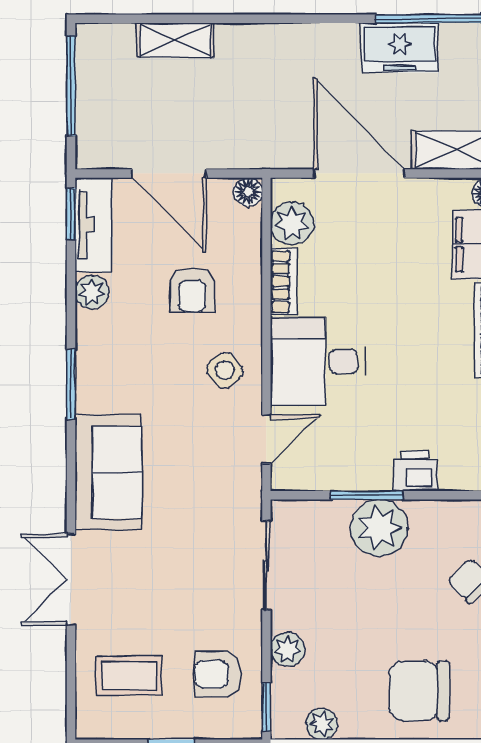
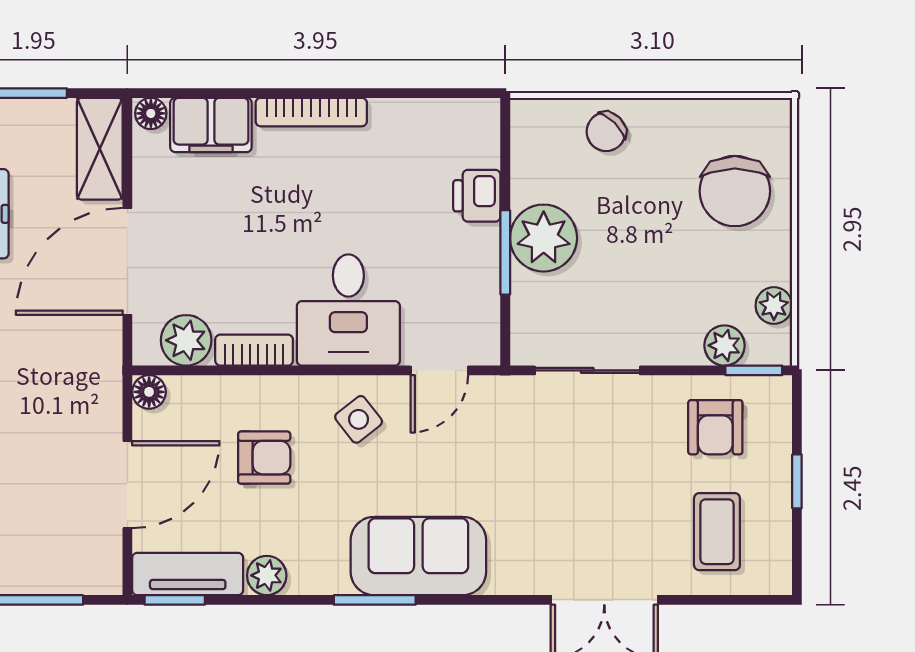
door: (266, 439) -> (439, 370), swing flipped
sofa: (108, 472) -> (418, 556), moved
plant: (288, 649) -> (724, 345), moved

